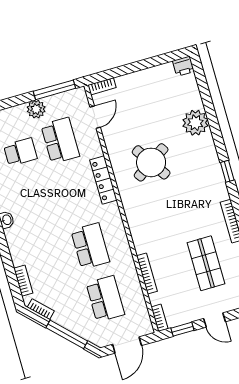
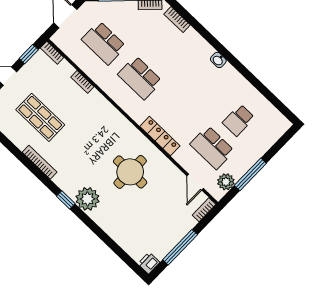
window: (145, 64) -> (180, 247), added
window: (54, 90) -> (250, 174), moved
plant: (36, 109) -> (226, 182), moved
plant: (195, 123) -> (87, 199), moved
round table: (151, 162) -> (130, 172), turned 34
bookcase: (147, 274) -> (82, 82), width x0.64

